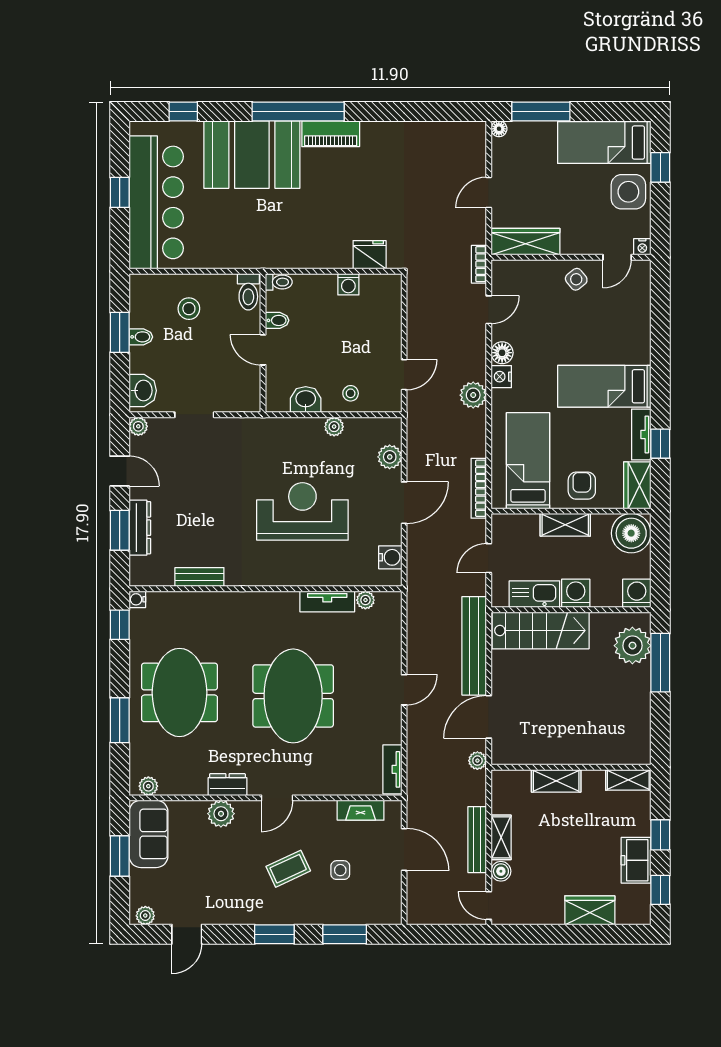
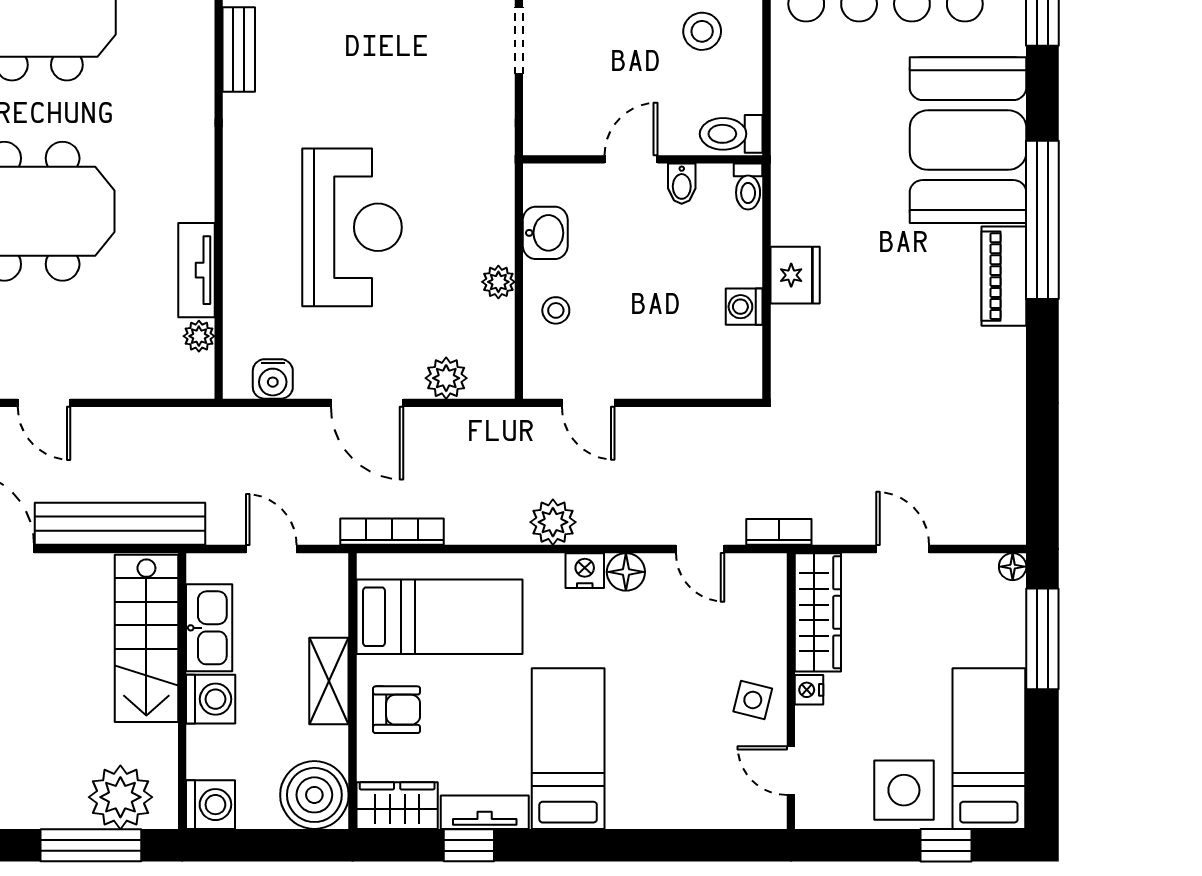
nightstand: (642, 247) -> (809, 690), moved
fridge: (370, 255) -> (795, 275), moved
side table: (576, 279) -> (753, 700), turned -37

